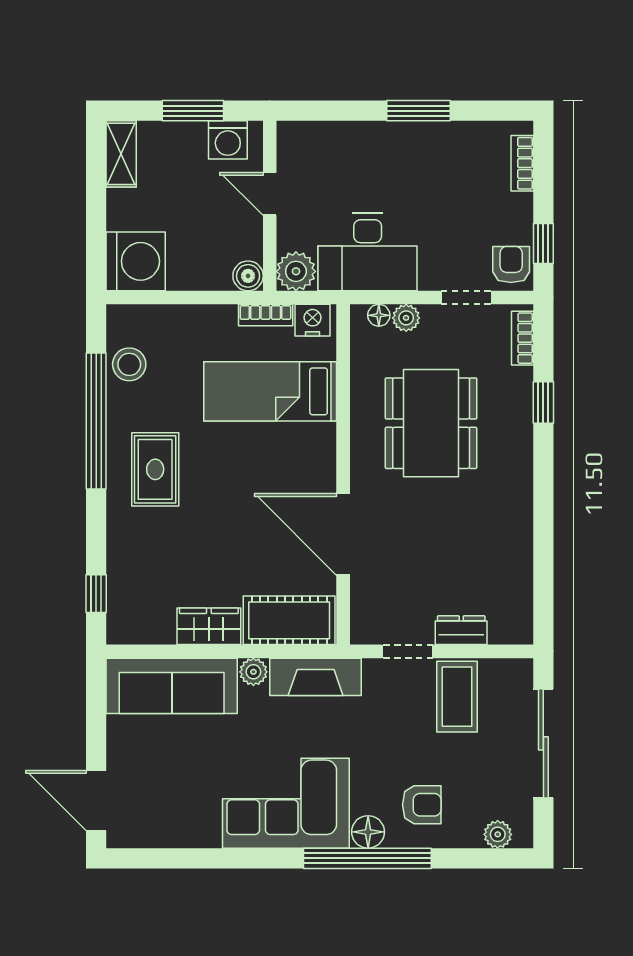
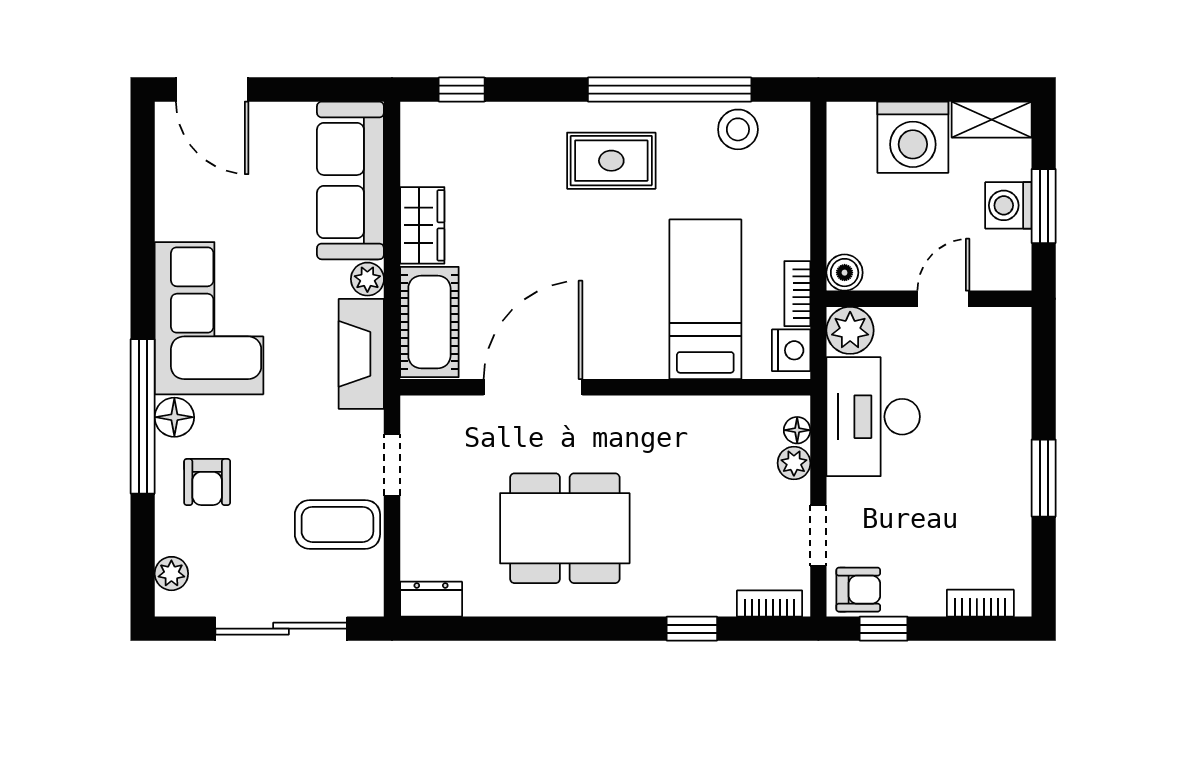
washing machine: (228, 140) -> (1008, 205), moved
washing machine: (136, 261) -> (913, 137), moved
dining table: (431, 423) -> (565, 528), moved
dresser: (461, 630) -> (431, 599), moved, turned -90
door: (96, 801) -> (212, 90), swing flipped

